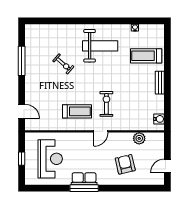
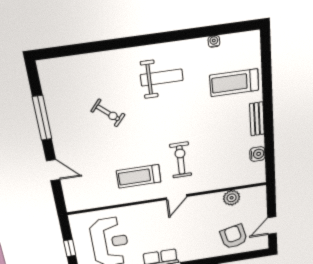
weight bench: (100, 46) -> (162, 78), width x0.73, depth x0.75
door: (22, 111) -> (53, 170), moved
treadmill: (77, 111) -> (139, 176), turned 180
water cooler: (159, 119) -> (257, 154), moved
armchair: (125, 164) -> (234, 237), moved

